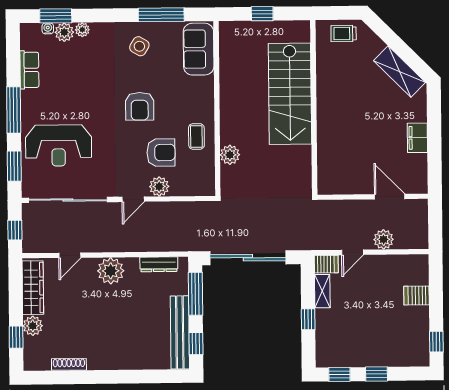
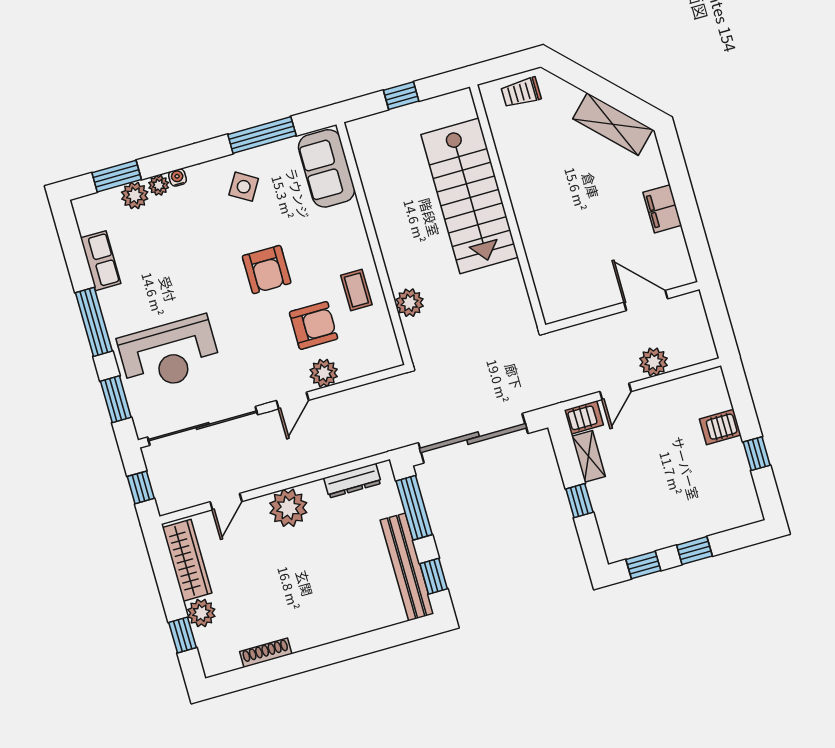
water cooler: (48, 28) -> (177, 178), moved
window: (436, 342) -> (757, 454), moved

